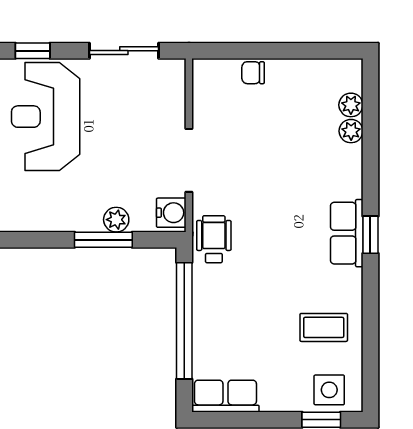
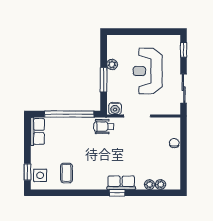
reception desk: (46, 117) -> (148, 71), moved, turned -90
plant: (116, 220) -> (112, 64), moved
row of seats: (347, 233) -> (121, 183), moved
window: (370, 235) -> (117, 193), moved
wheelchair: (214, 239) -> (104, 127), turned 180

